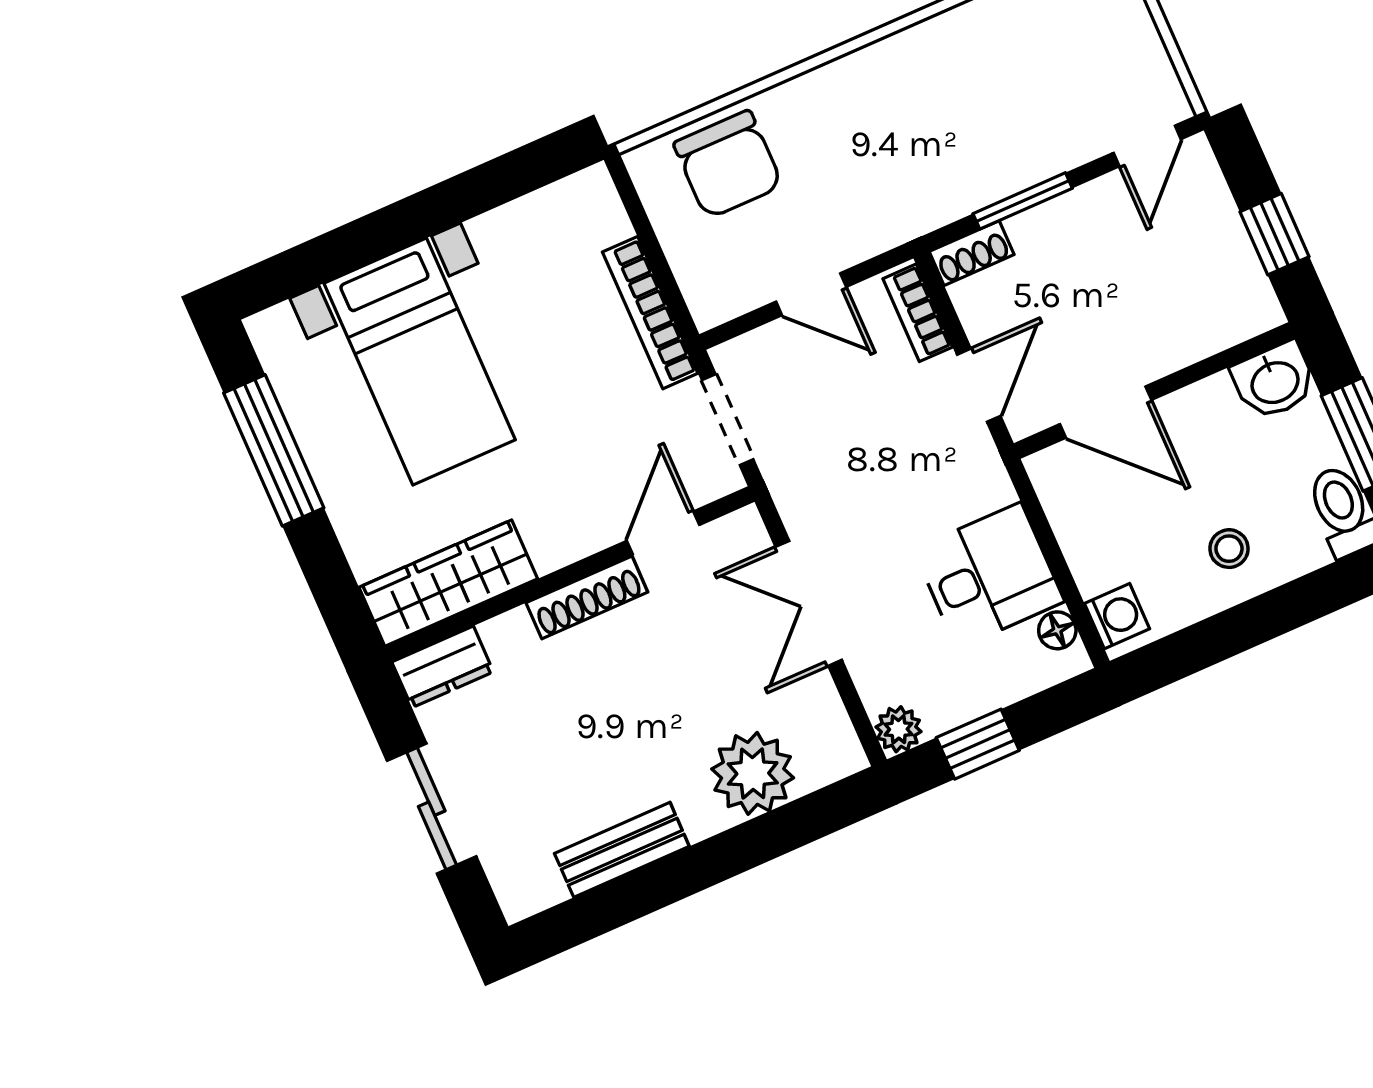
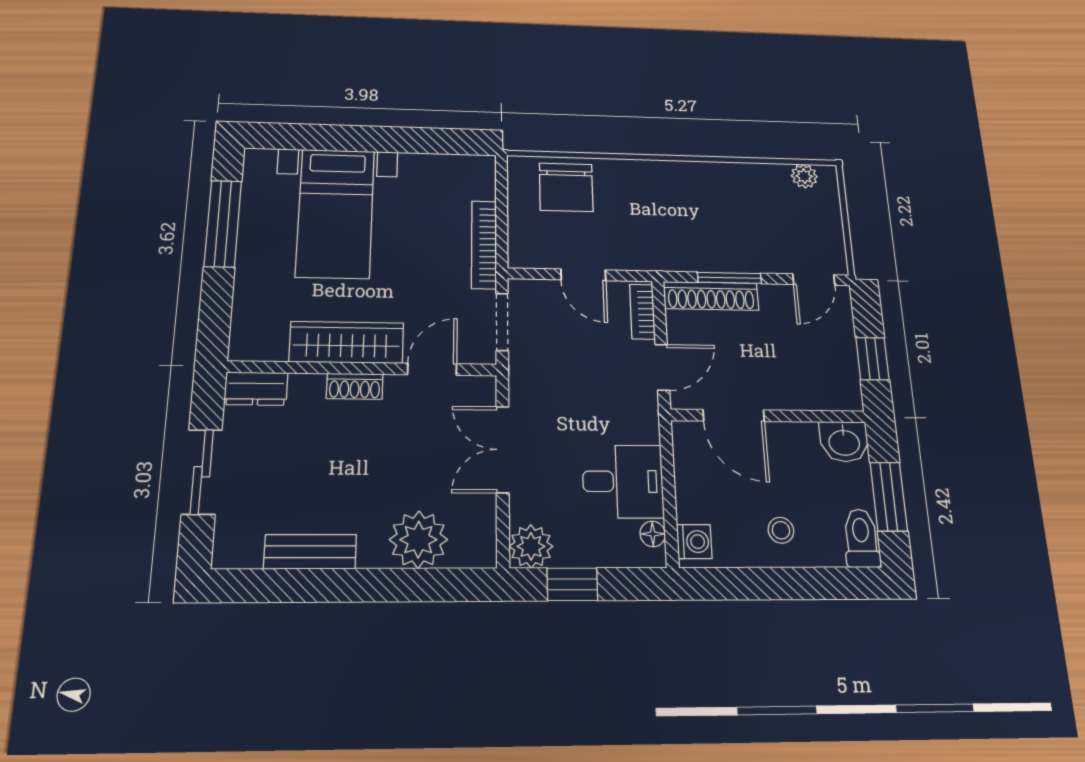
shoe rack: (972, 253) -> (711, 296), width x1.94, depth x1.24
wardrobe: (448, 583) -> (347, 342), moved
shoe rack: (587, 597) -> (355, 386), width x0.70
plant: (898, 729) -> (531, 546), width x1.38, depth x1.38

